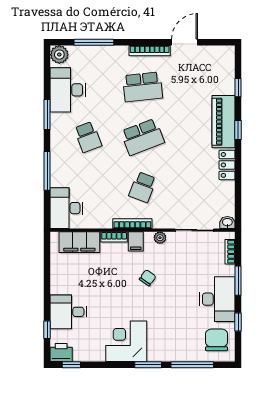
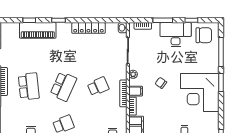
piano: (223, 122) -> (38, 30), moved
school desk: (143, 137) -> (63, 86), turned 45
locker: (227, 165) -> (88, 28), width x1.53
school desk: (143, 187) -> (98, 86), turned -45
chair: (217, 340) -> (204, 35), turned 180
corner desk: (126, 341) -> (200, 93), width x1.36, depth x1.36

